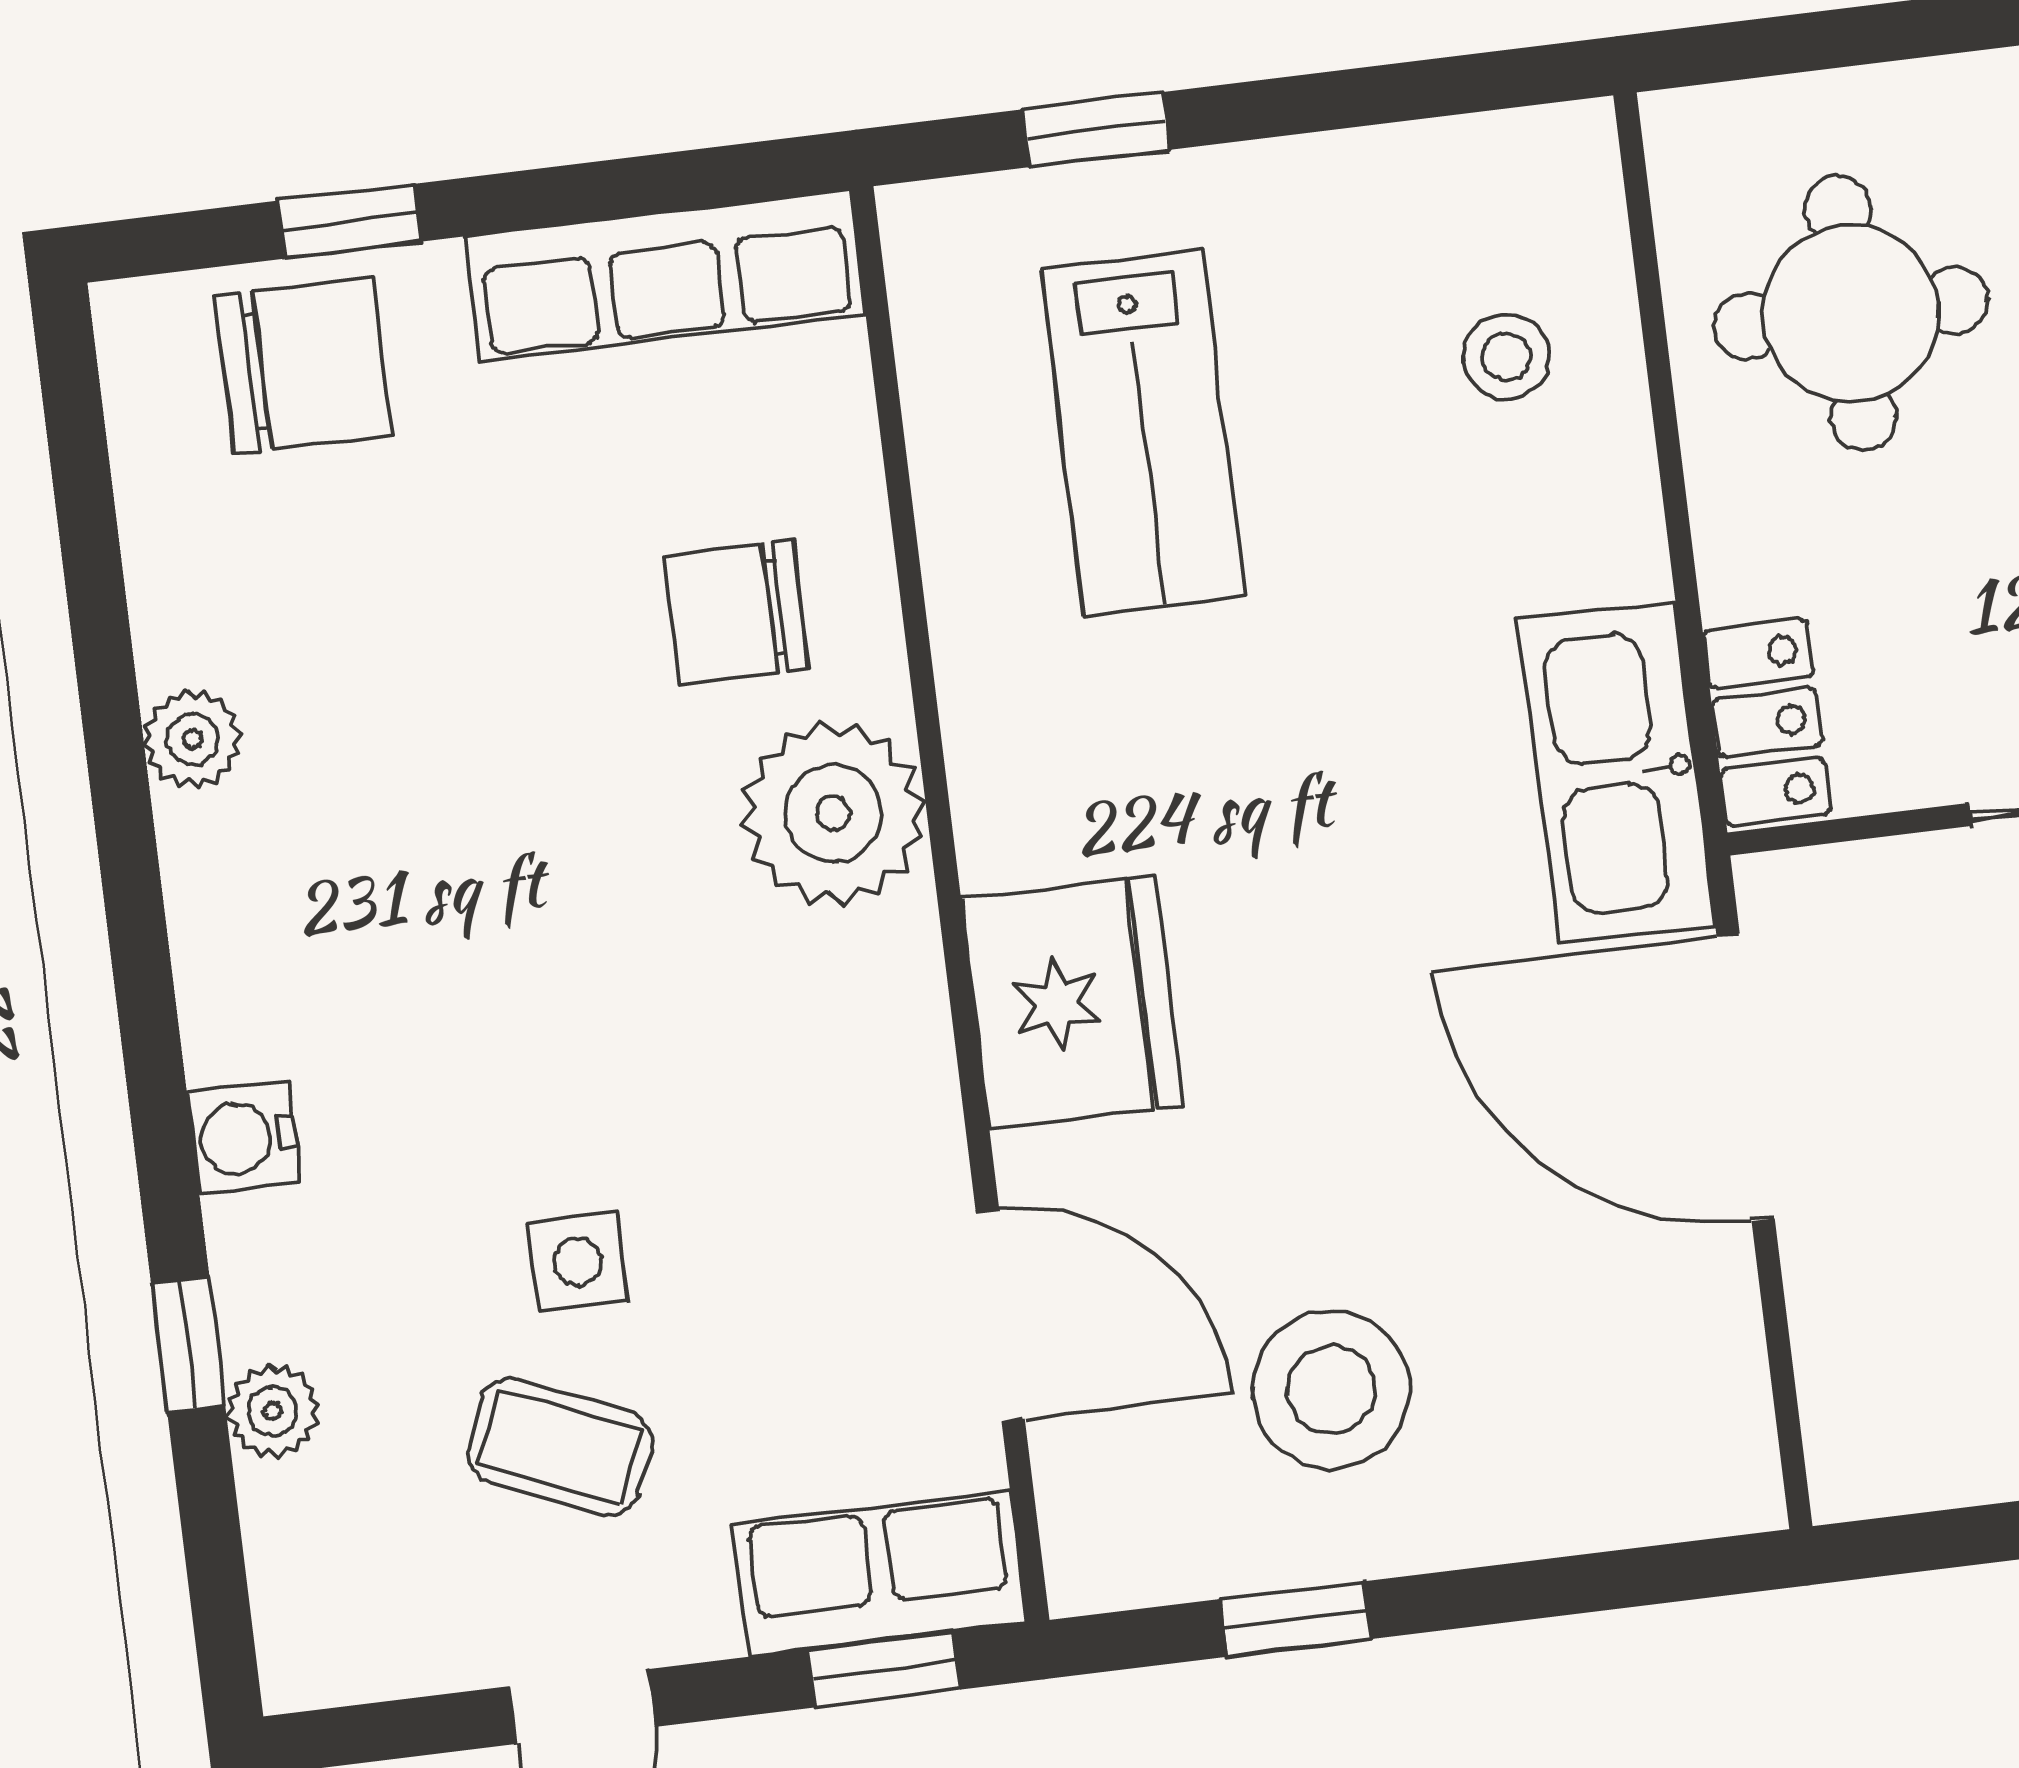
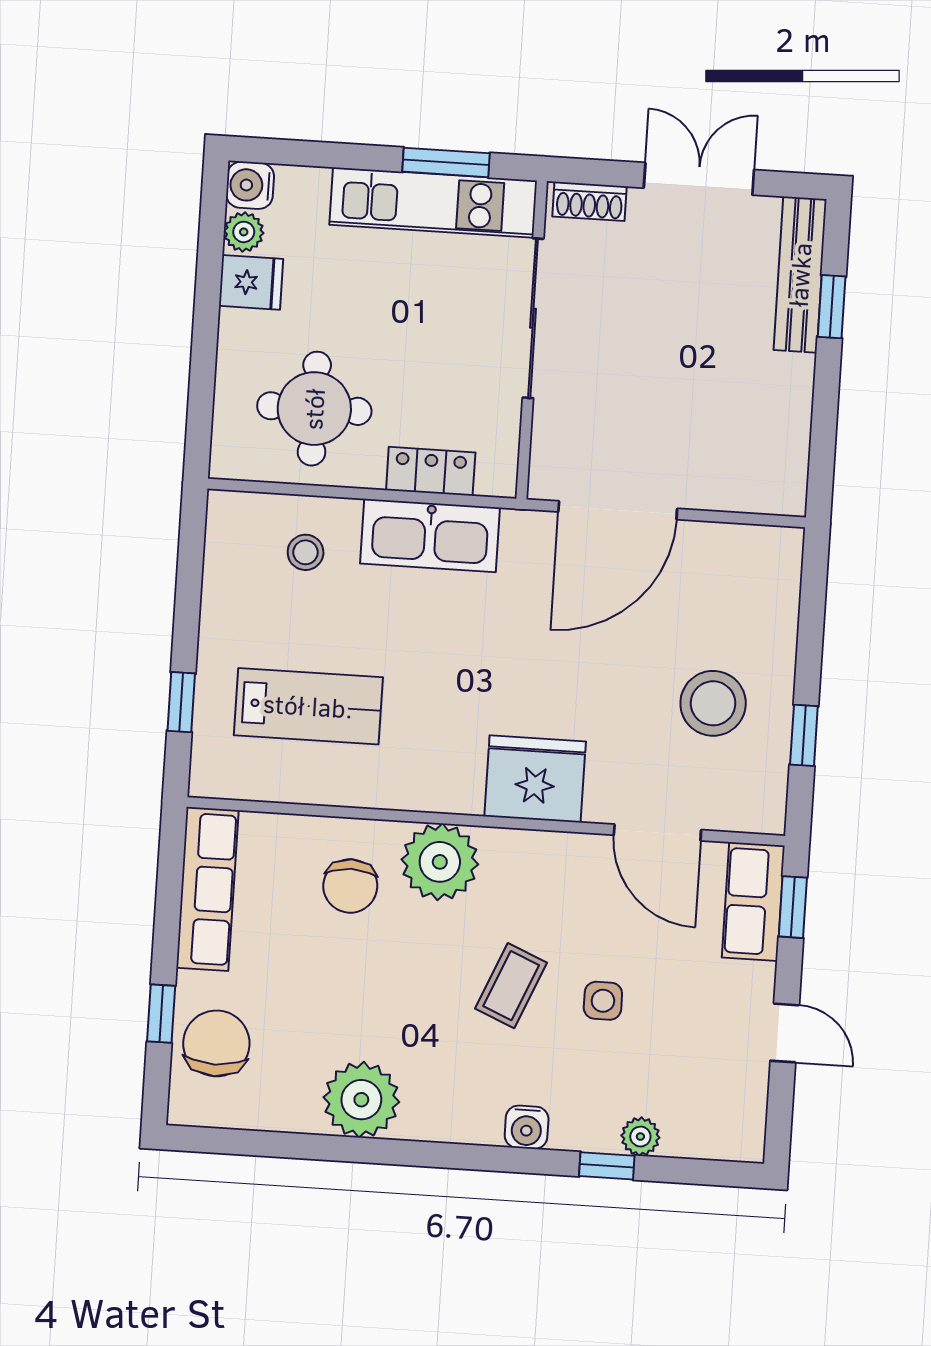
locker: (1767, 723) -> (431, 471), moved
plant: (193, 739) -> (361, 1100), width x1.88, depth x1.88
kitchen sink: (1617, 772) -> (430, 536), moved
door: (1000, 1315) -> (657, 832), swing flipped
coffee table: (559, 1447) -> (511, 986), moved

